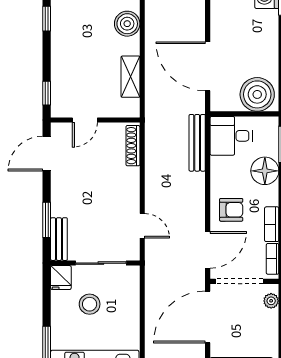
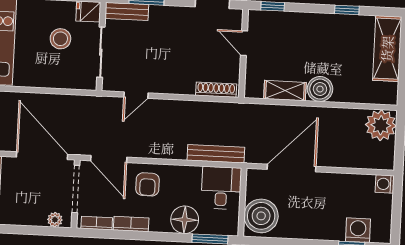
boiler: (127, 24) -> (320, 89), moved

